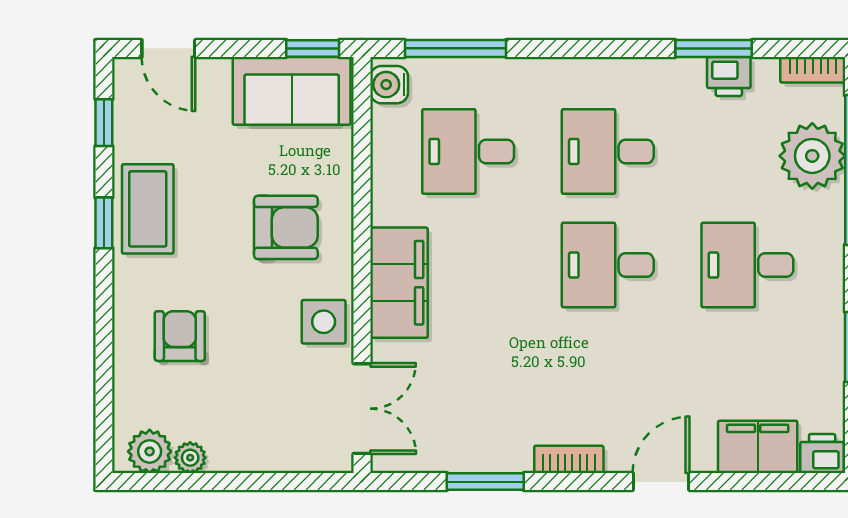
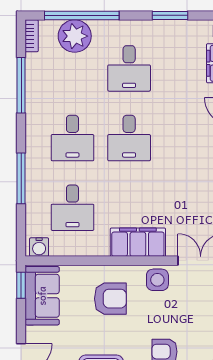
window: (455, 48) -> (21, 178), moved
window: (714, 48) -> (21, 85), width x1.44
printer: (729, 76) -> (35, 78), removed
armchair: (286, 227) -> (110, 299), turned 90

